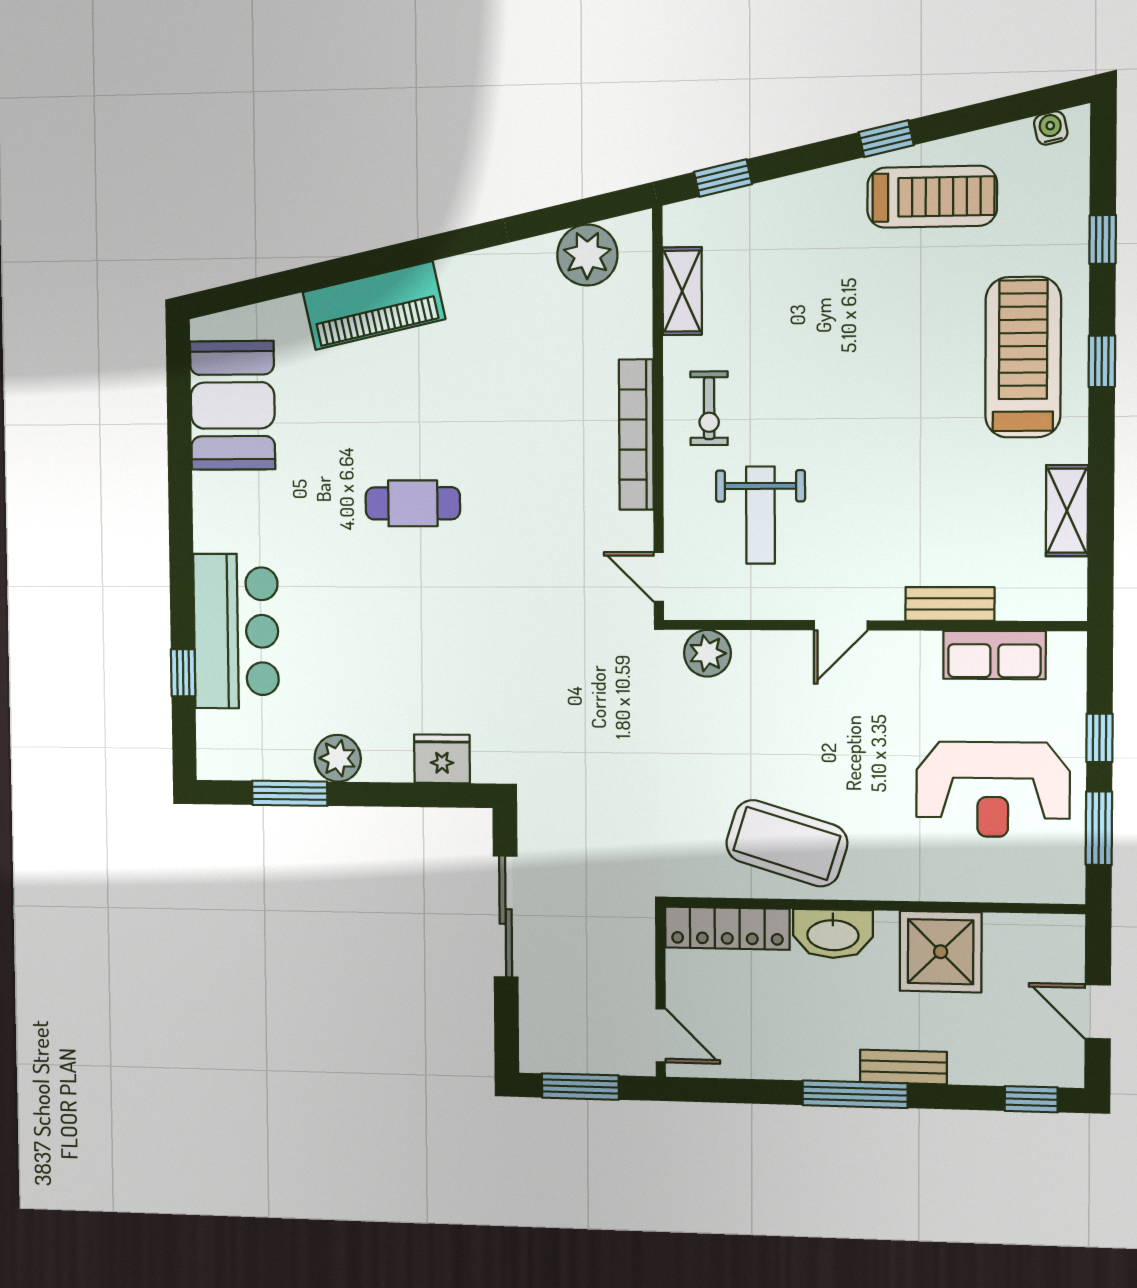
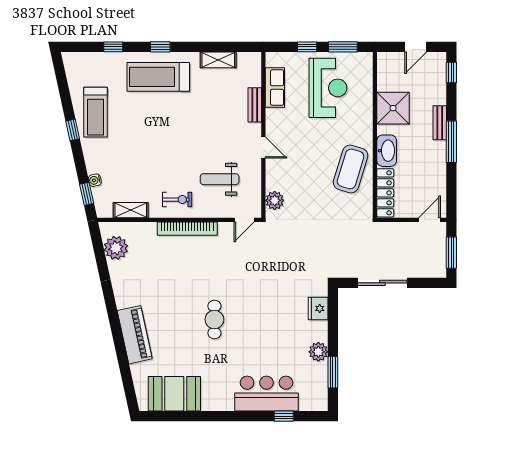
water cooler: (1051, 128) -> (95, 180), moved
treadmill: (932, 197) -> (96, 112), turned 180
weight bench: (760, 515) -> (220, 179), turned 180

